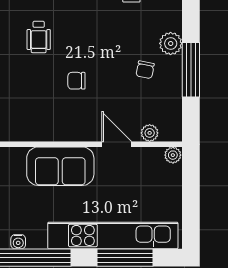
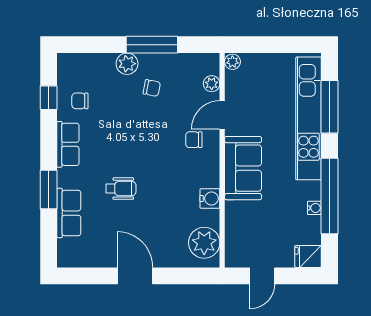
chair: (76, 81) -> (194, 140), moved, turned 90
water cooler: (28, 131) -> (210, 198), added

